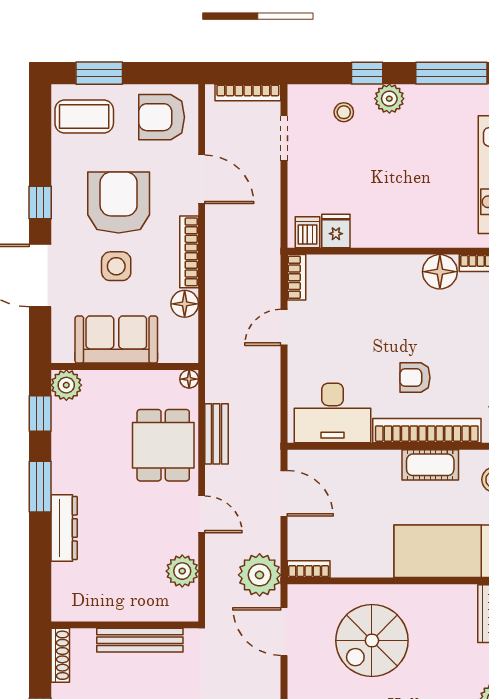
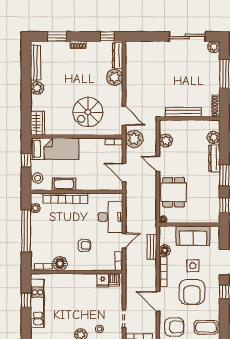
armchair: (415, 378) -> (84, 245), moved
plant: (66, 385) -> (213, 137), moved
desk: (333, 413) -> (110, 217), moved, turned 90
bench: (216, 434) -> (152, 247), moved
spiral stairs: (372, 641) -> (88, 112), turned 180

